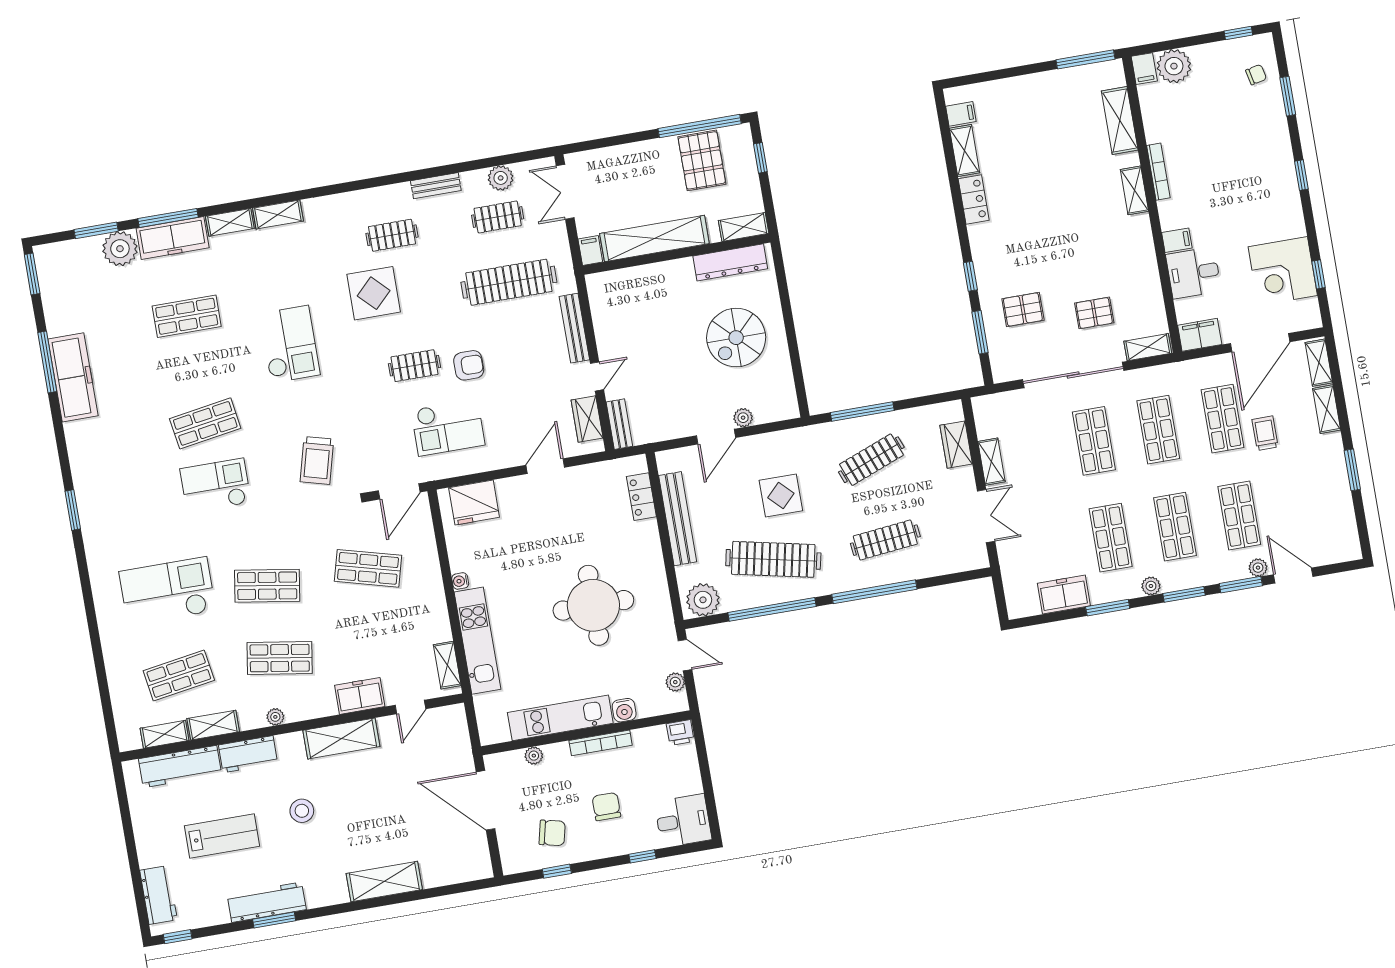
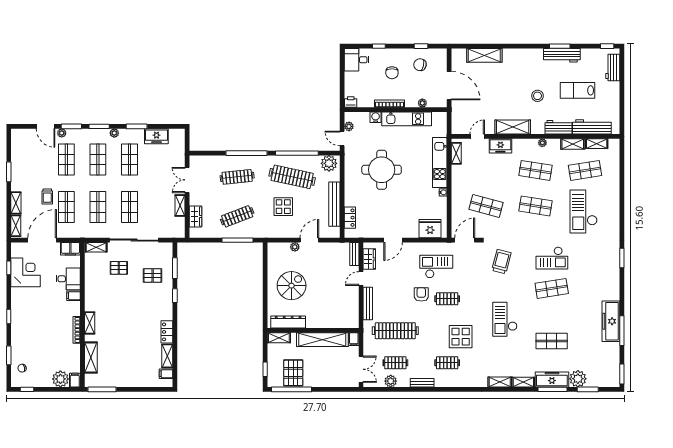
armchair: (469, 365) -> (421, 294), turned 90
checkout: (167, 591) -> (584, 212), turned 90
shelving: (384, 882) -> (484, 55), moved

